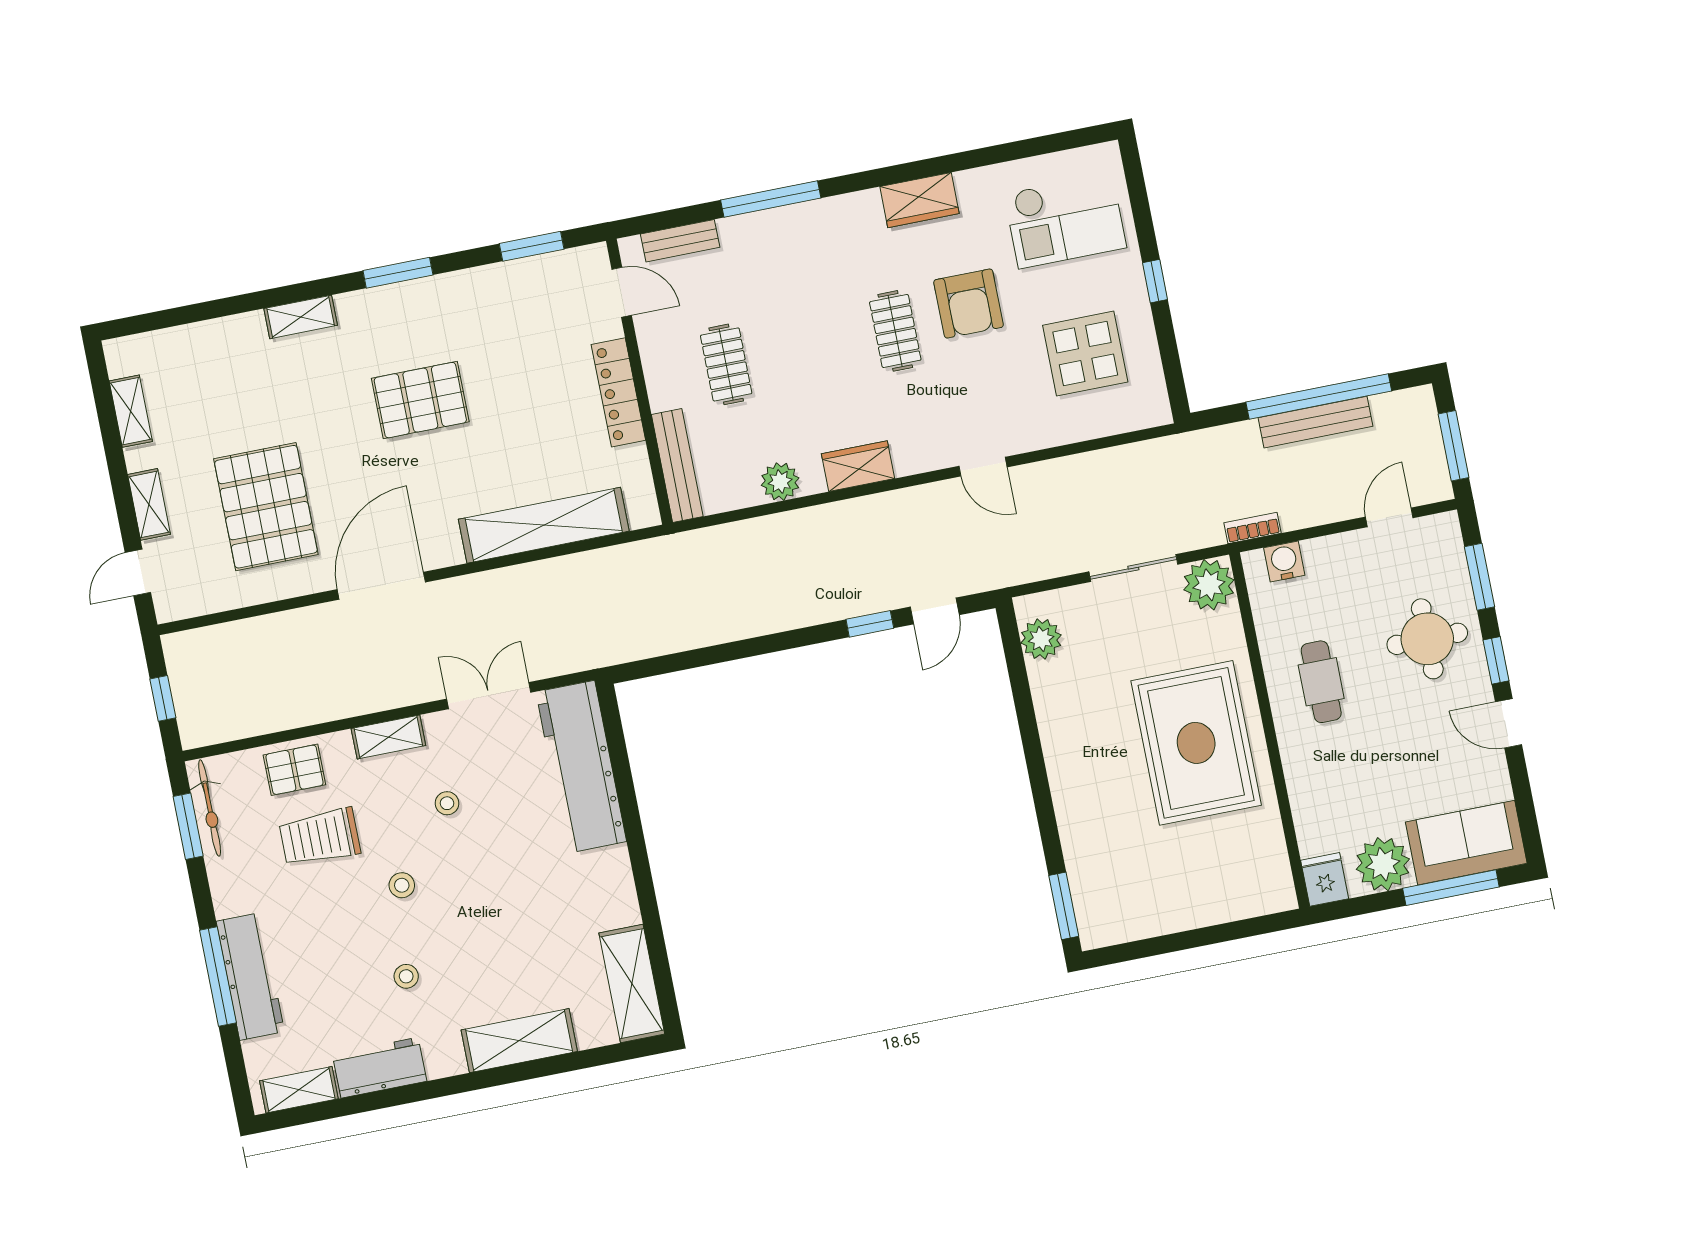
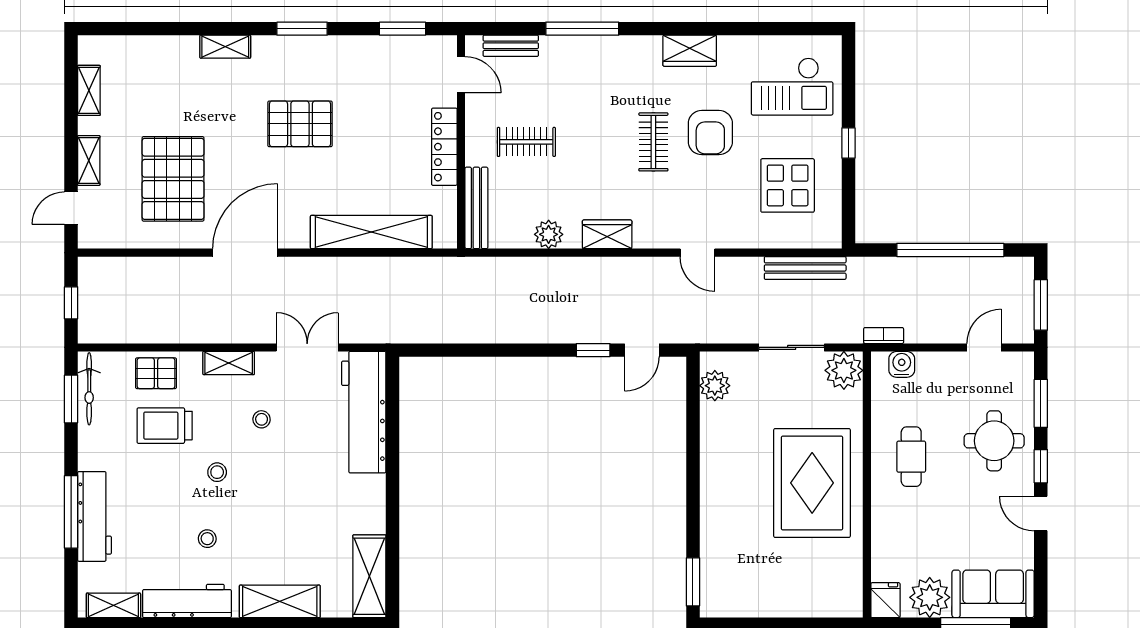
clothes rail: (726, 364) -> (526, 142), turned 90
bench: (1316, 422) -> (805, 268), moved
workbench: (380, 1068) -> (187, 601), width x1.38

